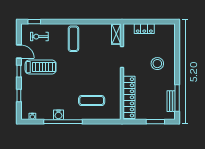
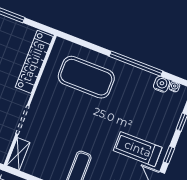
exercise mat: (92, 101) -> (86, 77), width x2.00, depth x1.45
water cooler: (58, 115) -> (162, 84), moved

